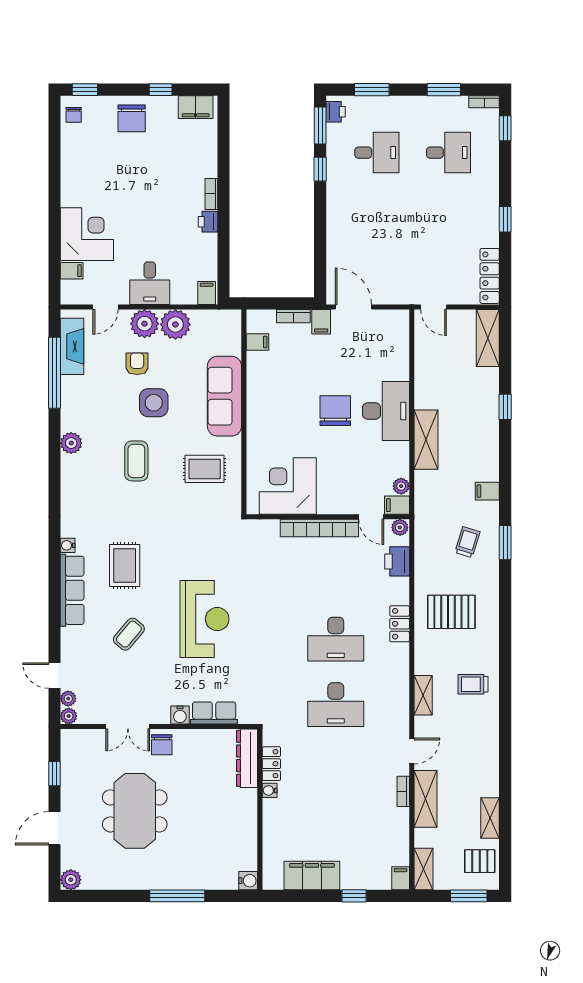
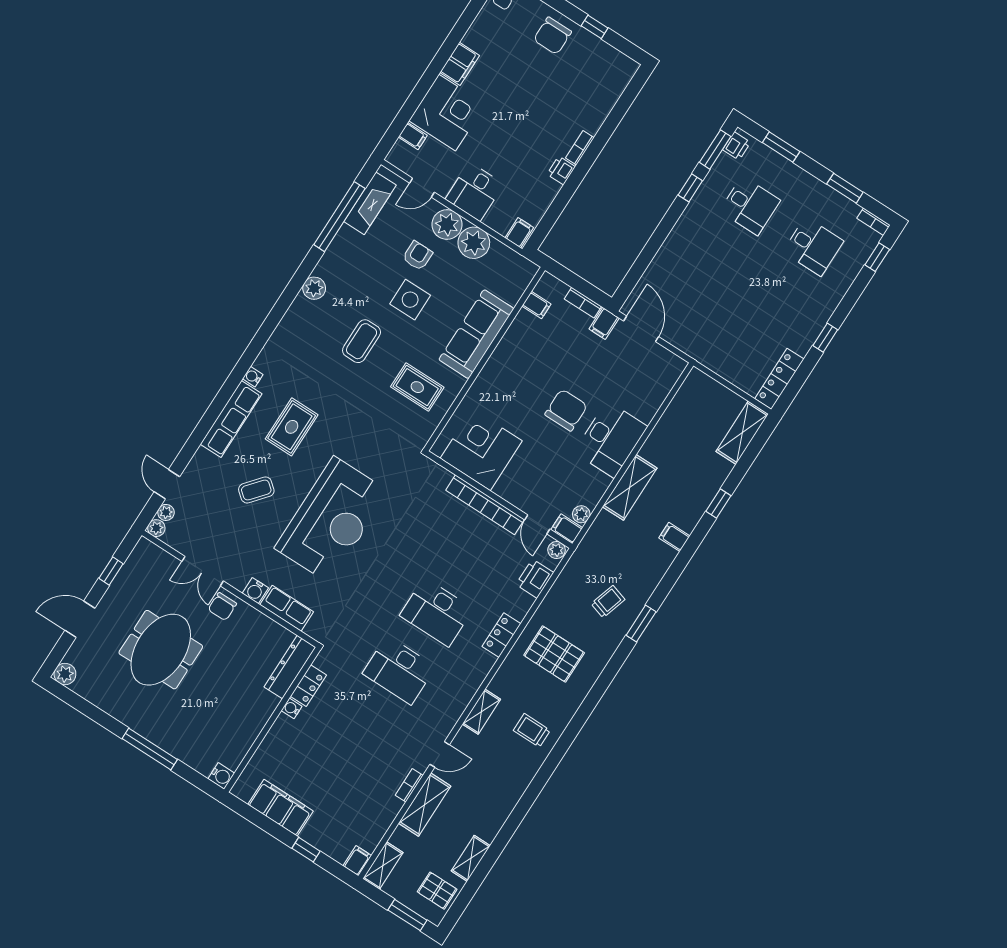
filing cabinet: (196, 107) -> (460, 64), moved, turned -90
door: (433, 307) -> (712, 374), removed
filing cabinet: (487, 491) -> (674, 537), moved
reception desk: (204, 619) -> (332, 520), width x1.36, depth x1.30

